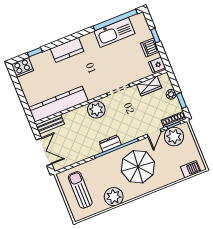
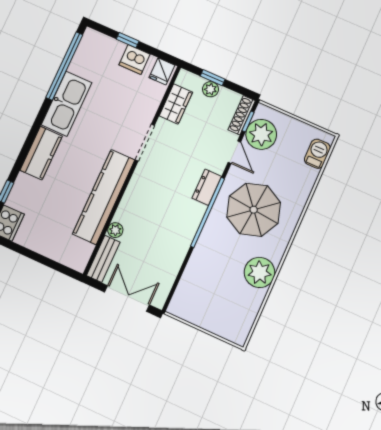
kitchen sink: (114, 32) -> (67, 104), moved
window: (181, 101) -> (213, 78), moved
kitchen counter: (58, 104) -> (104, 197), moved
plant: (96, 109) -> (115, 230), moved, width x0.53, depth x0.53
dresser: (110, 143) -> (207, 187), moved
sun lounger: (80, 190) -> (213, 303), removed

